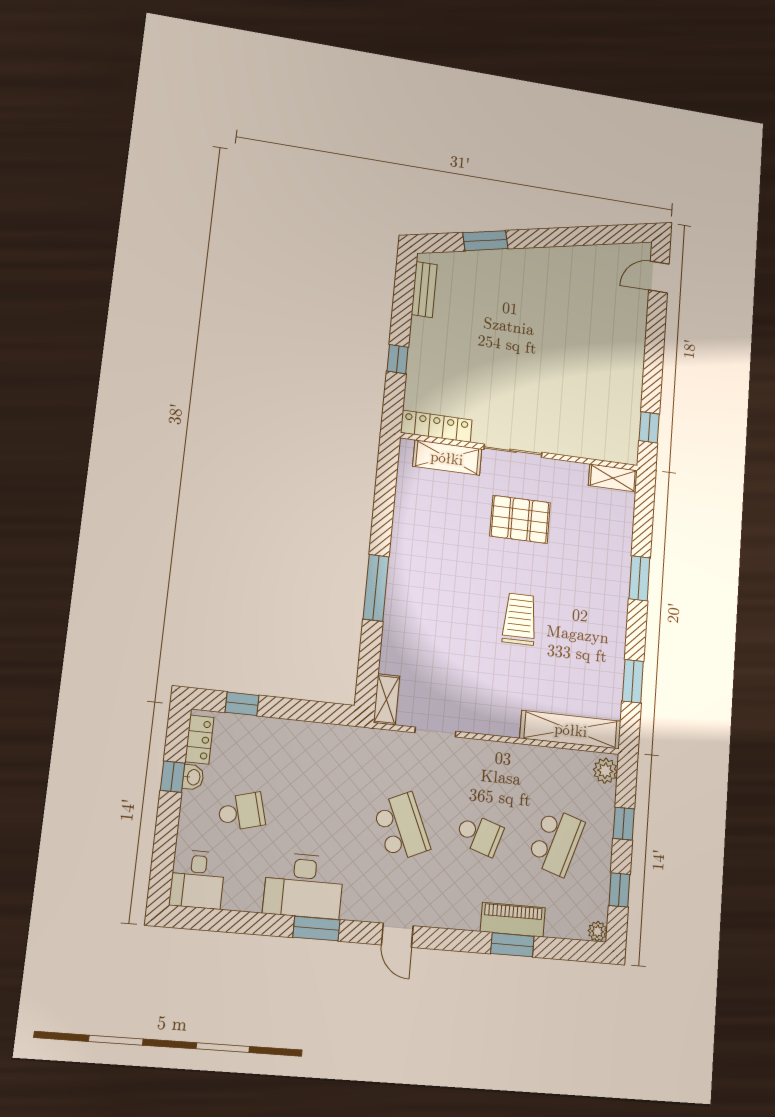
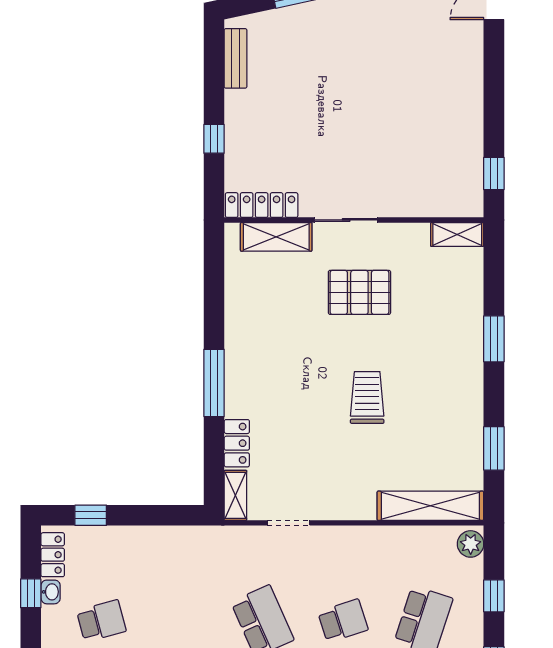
locker: (393, 649) -> (237, 443), added
school desk: (479, 834) -> (343, 621), turned -36

